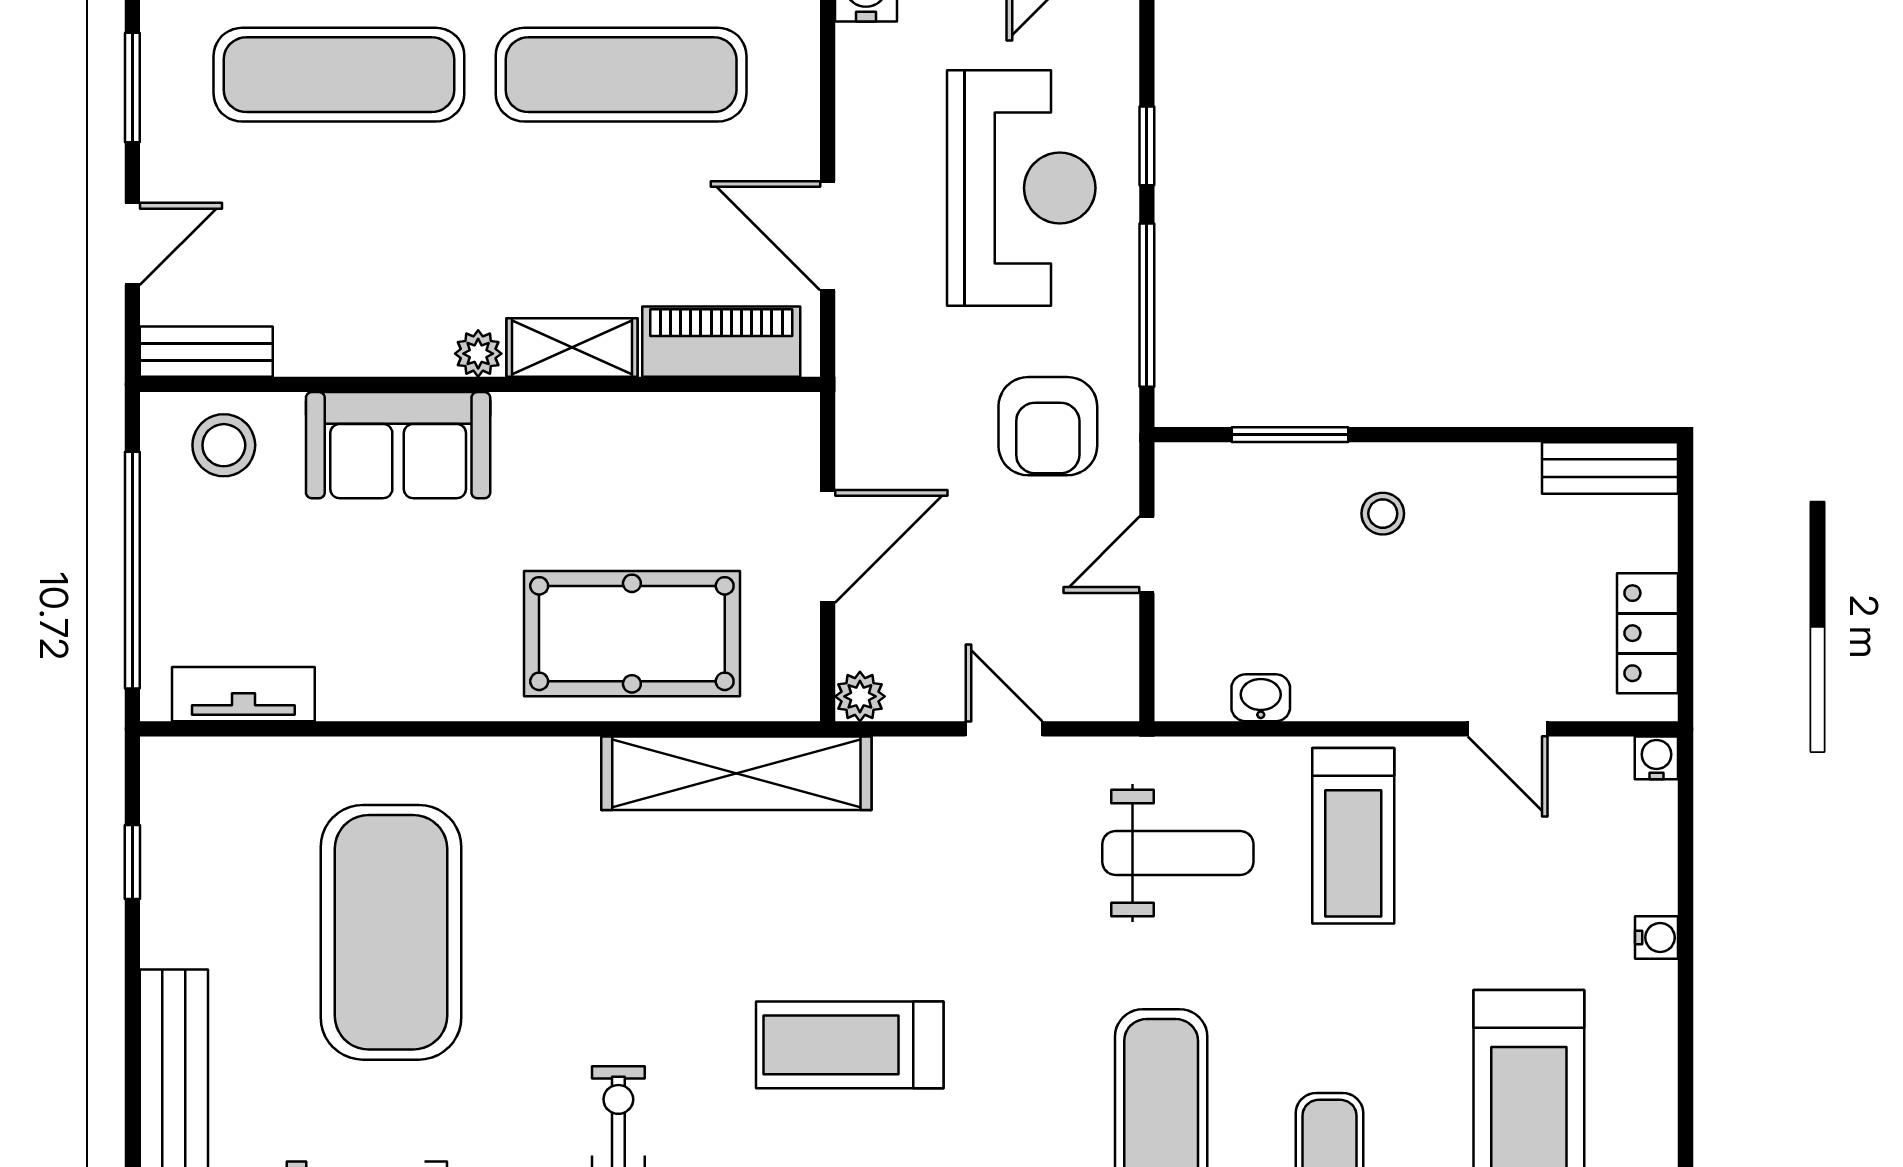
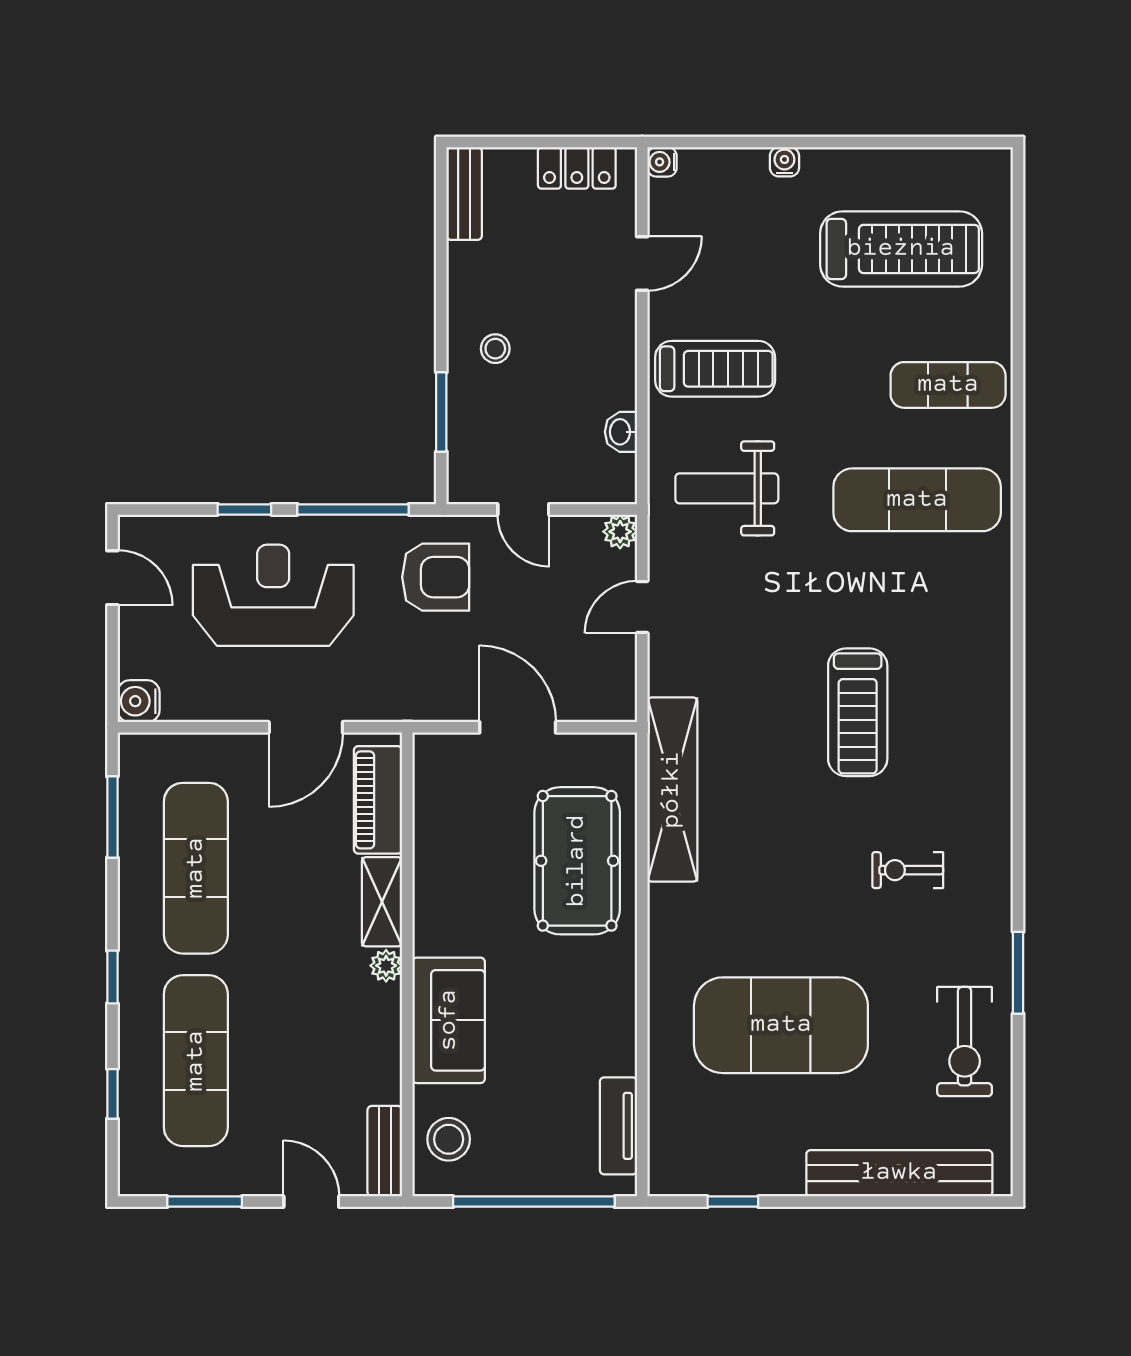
plant: (860, 696) -> (620, 532), moved
weight bench: (1178, 853) -> (727, 488), turned -90

